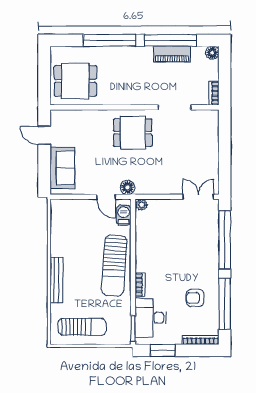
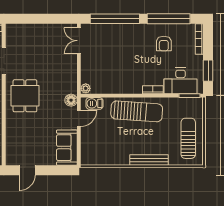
sofa: (62, 168) -> (67, 148), moved, turned -90

